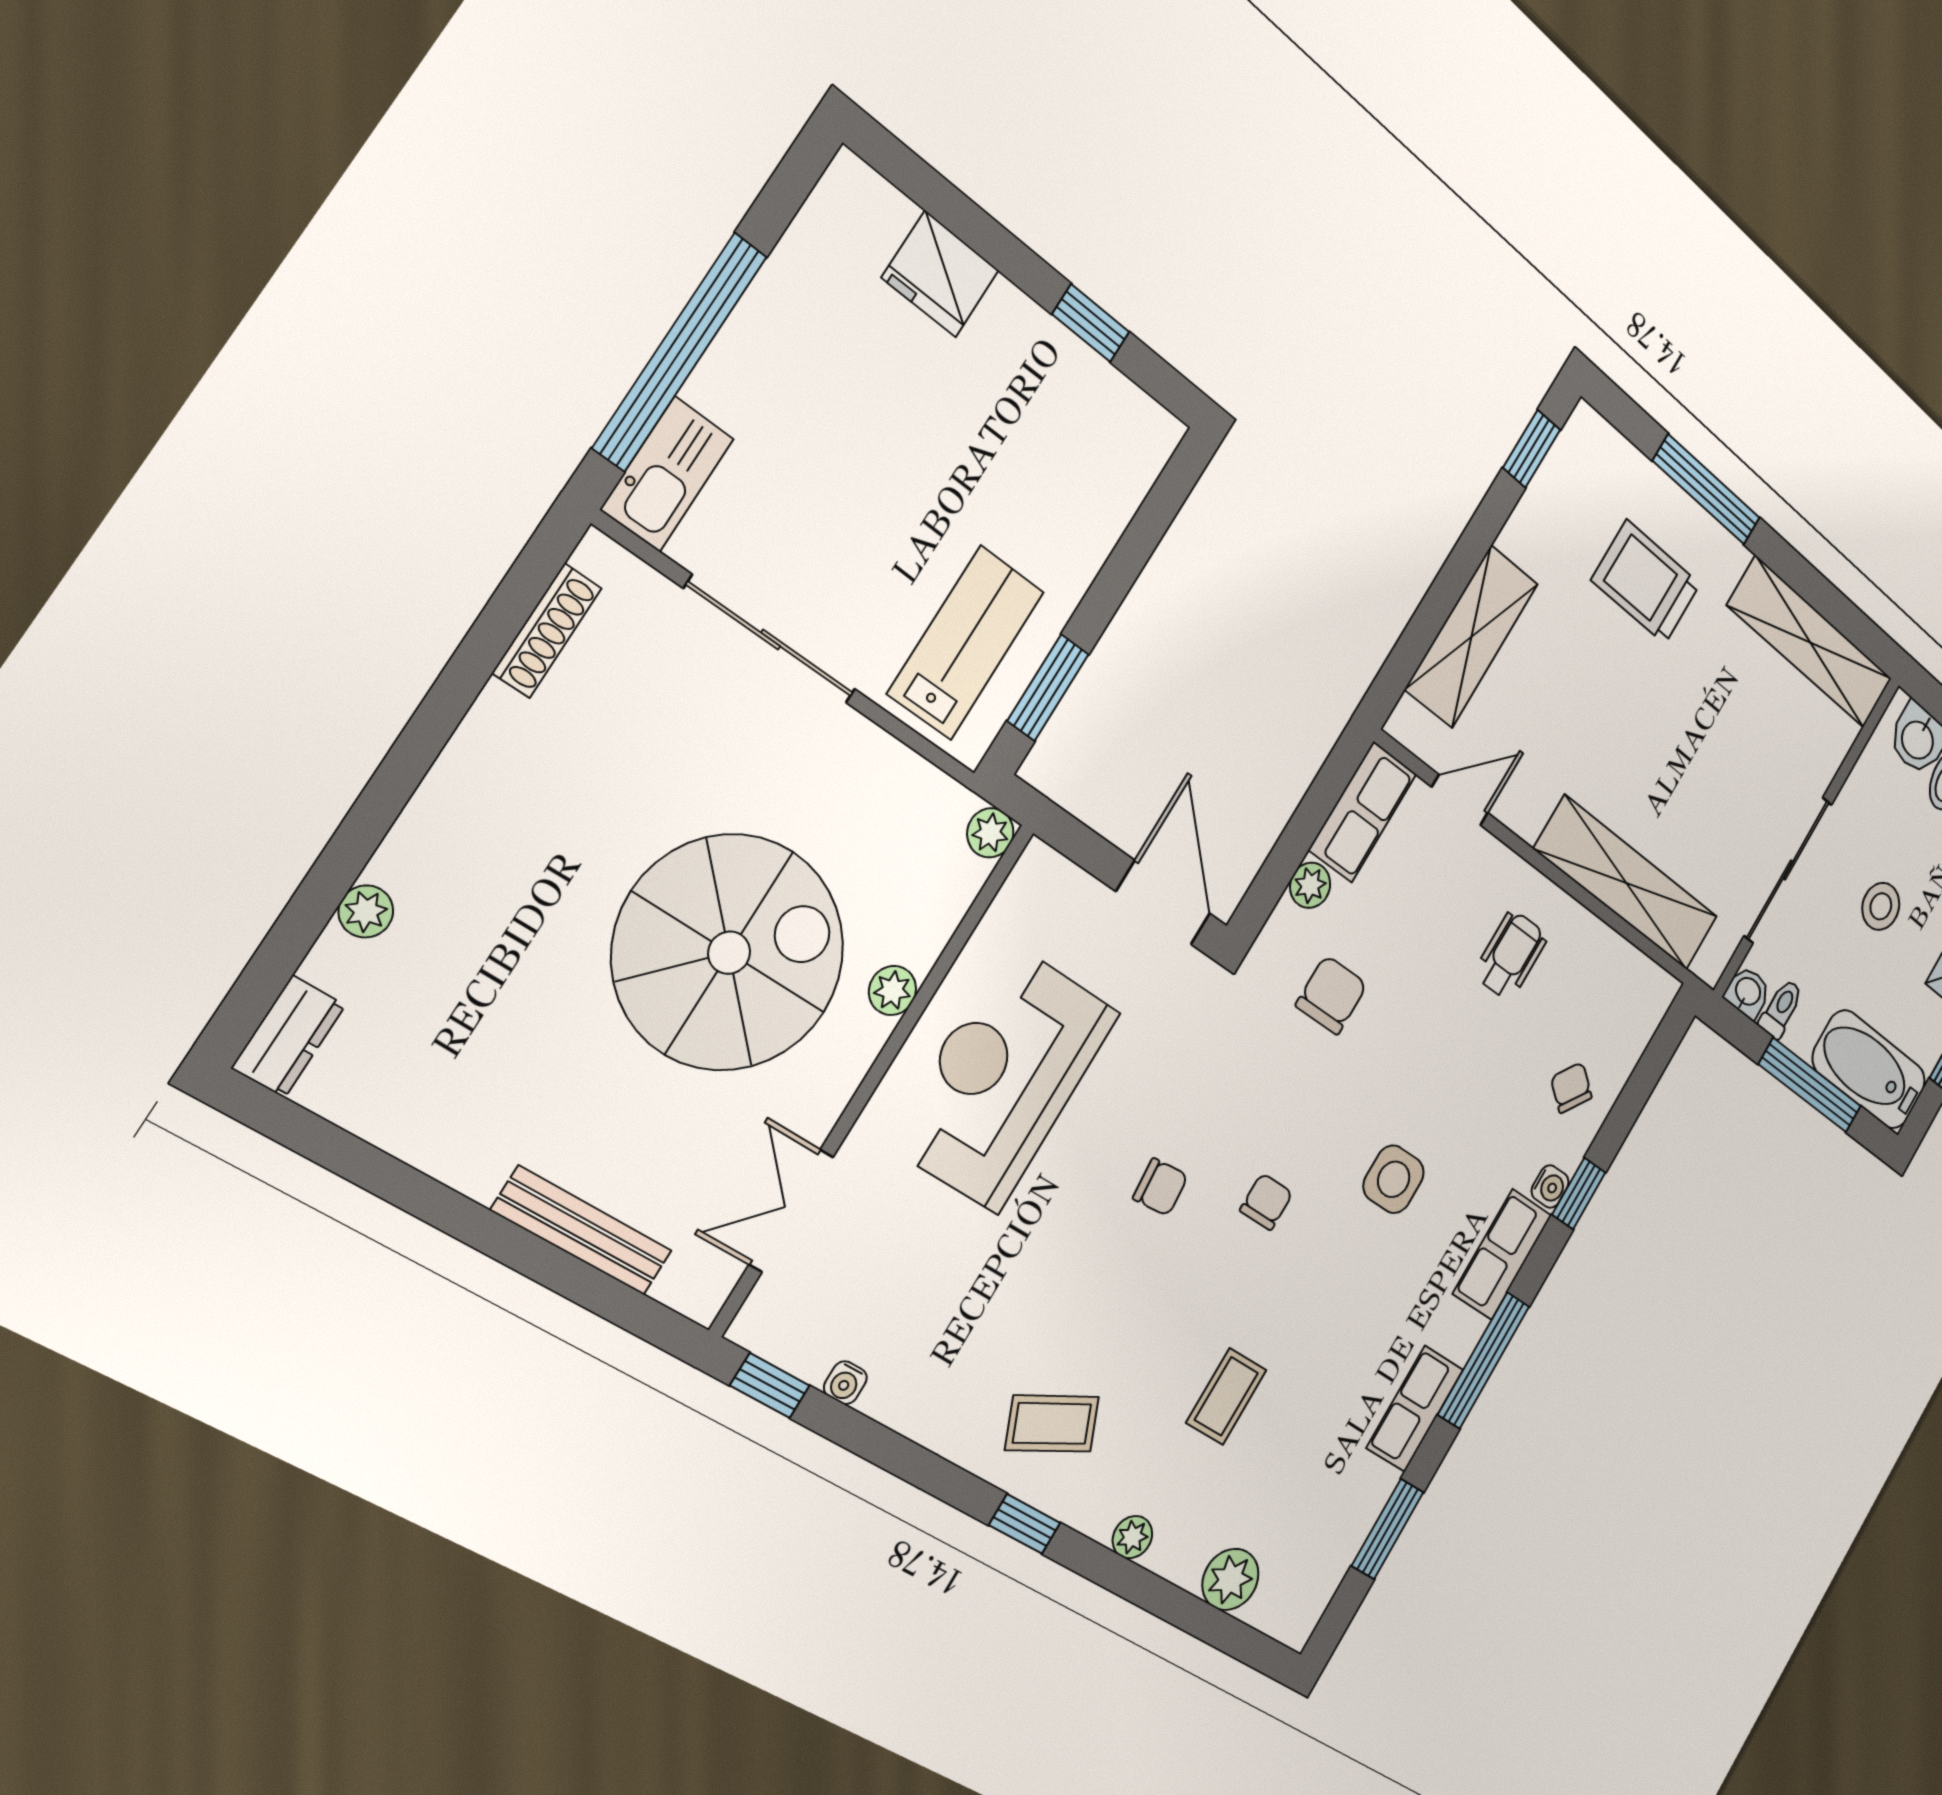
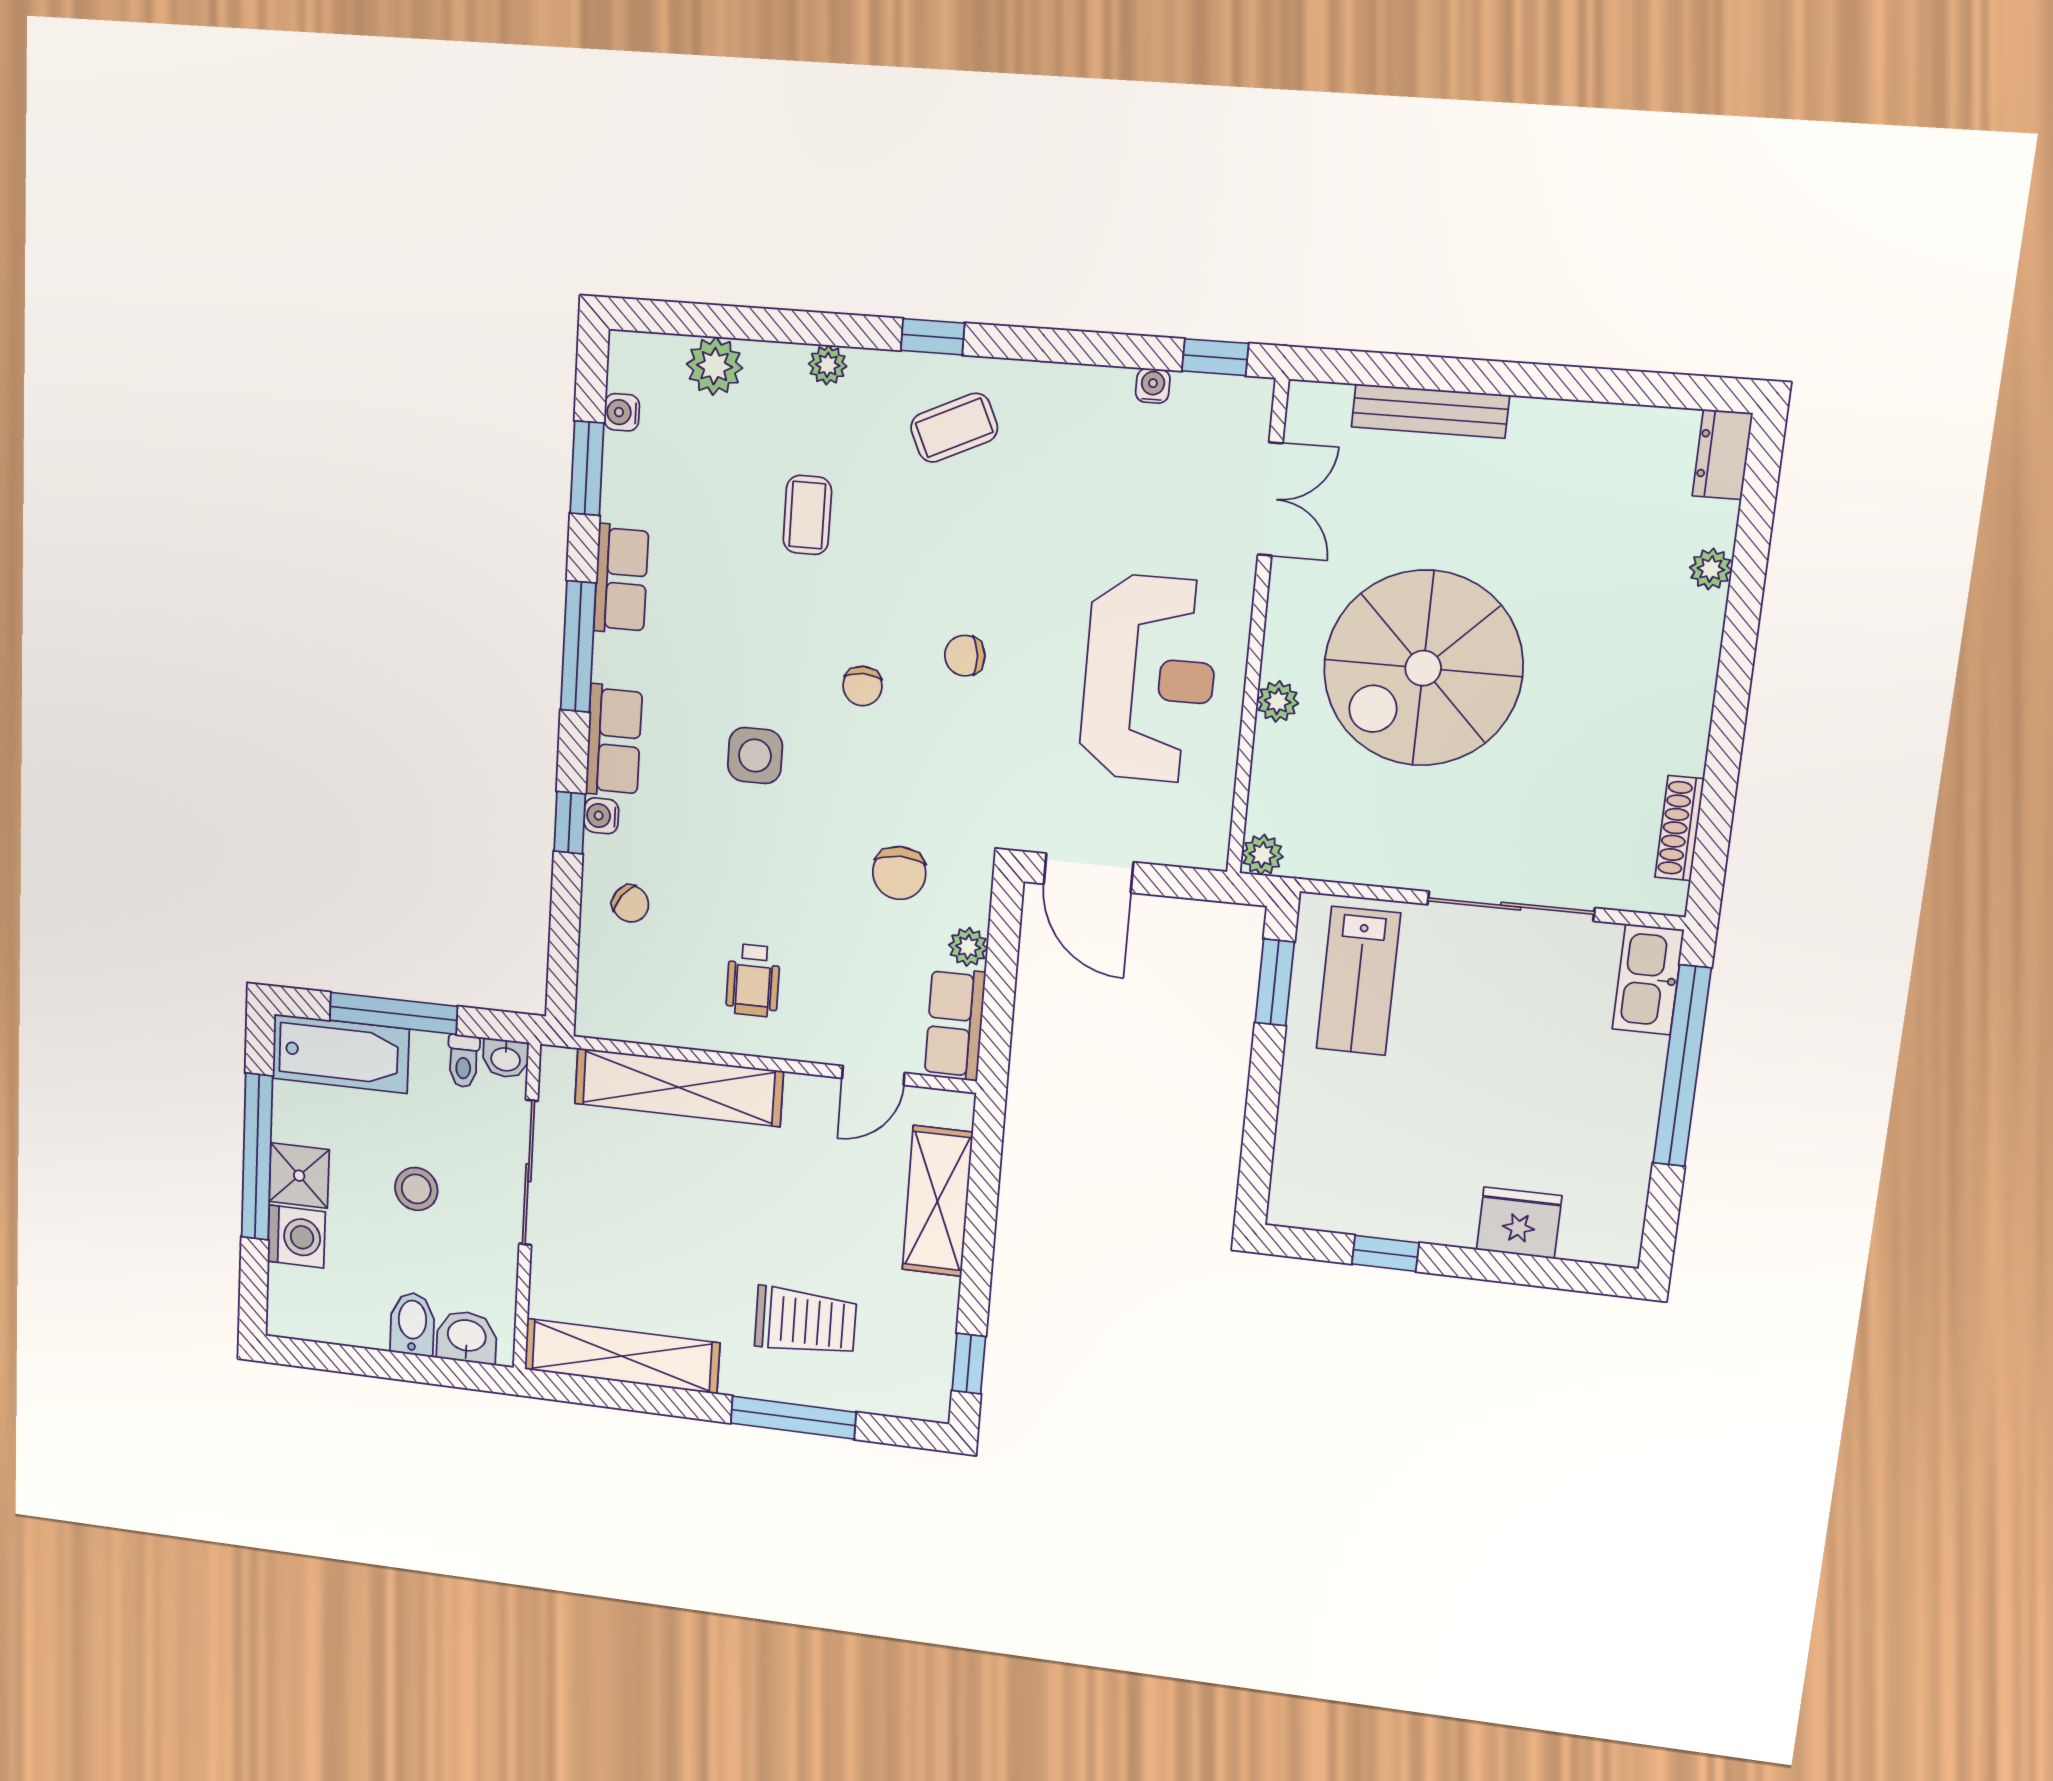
water cooler: (1331, 1570) -> (622, 412), added

